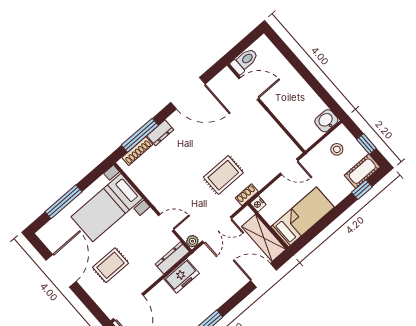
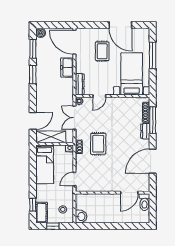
freezer: (182, 276) -> (67, 68), moved

